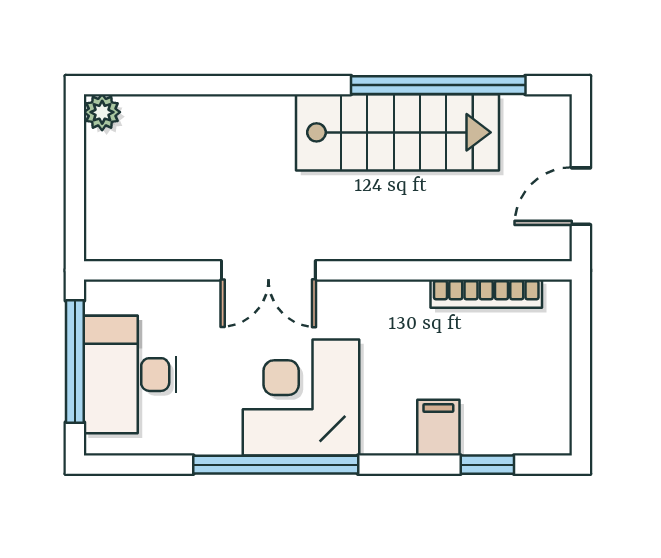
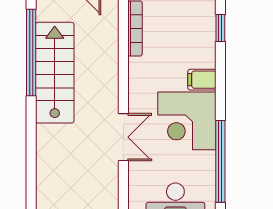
filing cabinet: (438, 428) -> (202, 80), moved
window: (276, 465) -> (220, 161), moved

